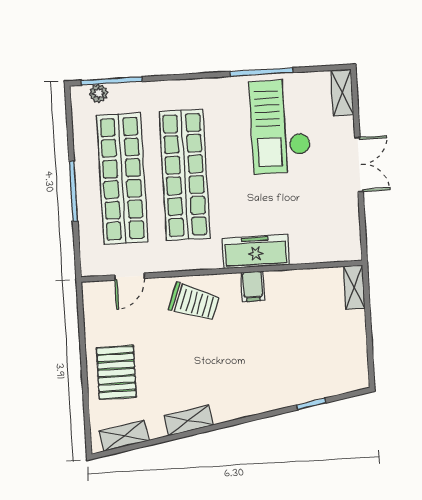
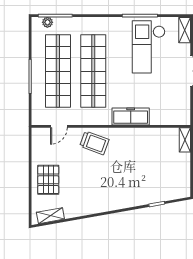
filing cabinet: (253, 286) -> (128, 136), removed
shelving: (189, 420) -> (87, 209), removed

